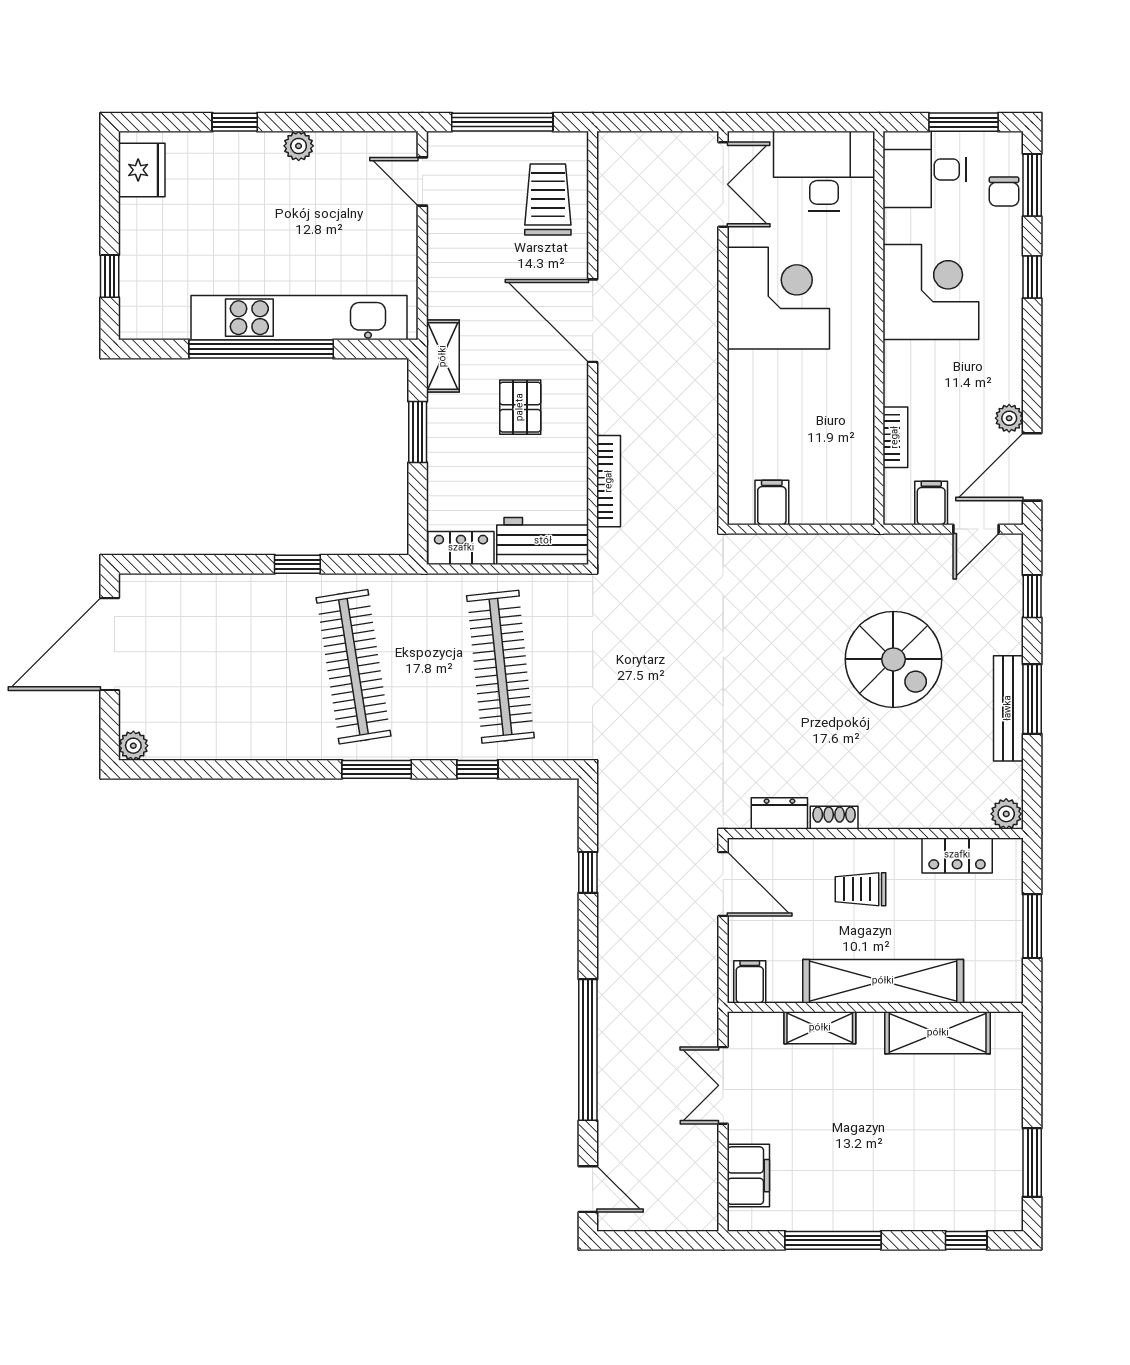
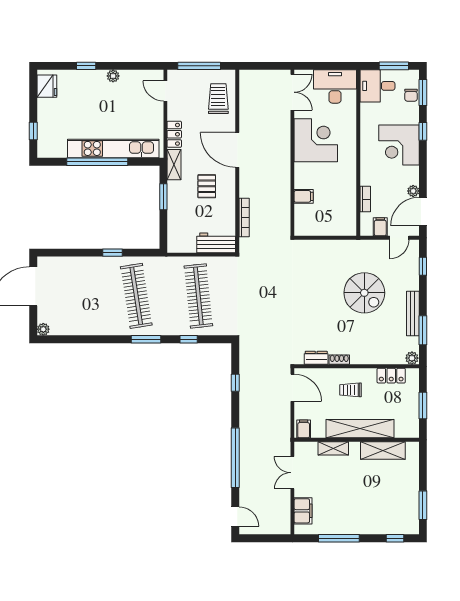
corner desk: (931, 292) -> (399, 145), moved, turned 180
filing cabinet: (772, 502) -> (304, 196), moved, turned 90
locker: (461, 548) -> (174, 134), moved, turned 90
window: (1032, 699) -> (423, 330), moved

